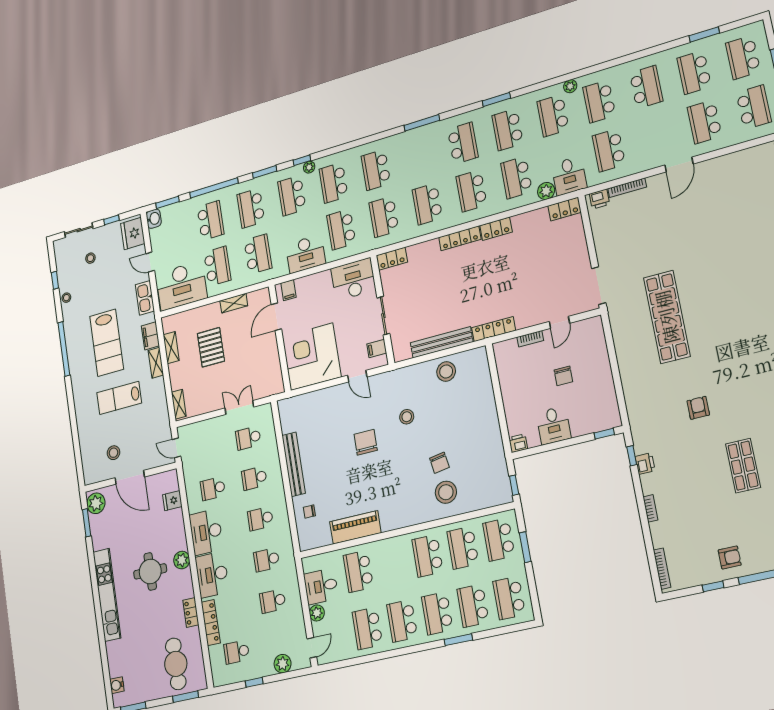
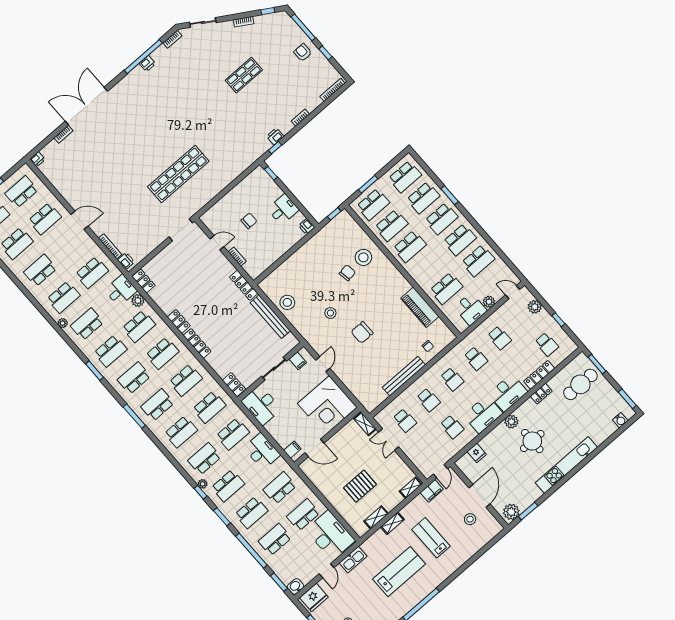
school desk: (553, 116) -> (87, 324), turned 180
school desk: (419, 157) -> (157, 405), added
school desk: (334, 183) -> (204, 459), turned 180
shelving: (234, 303) -> (365, 424), moved
filing cabinet: (150, 336) -> (432, 491), moved
lab bench: (119, 398) -> (431, 538), turned 180
armchair: (698, 408) -> (224, 122), removed

